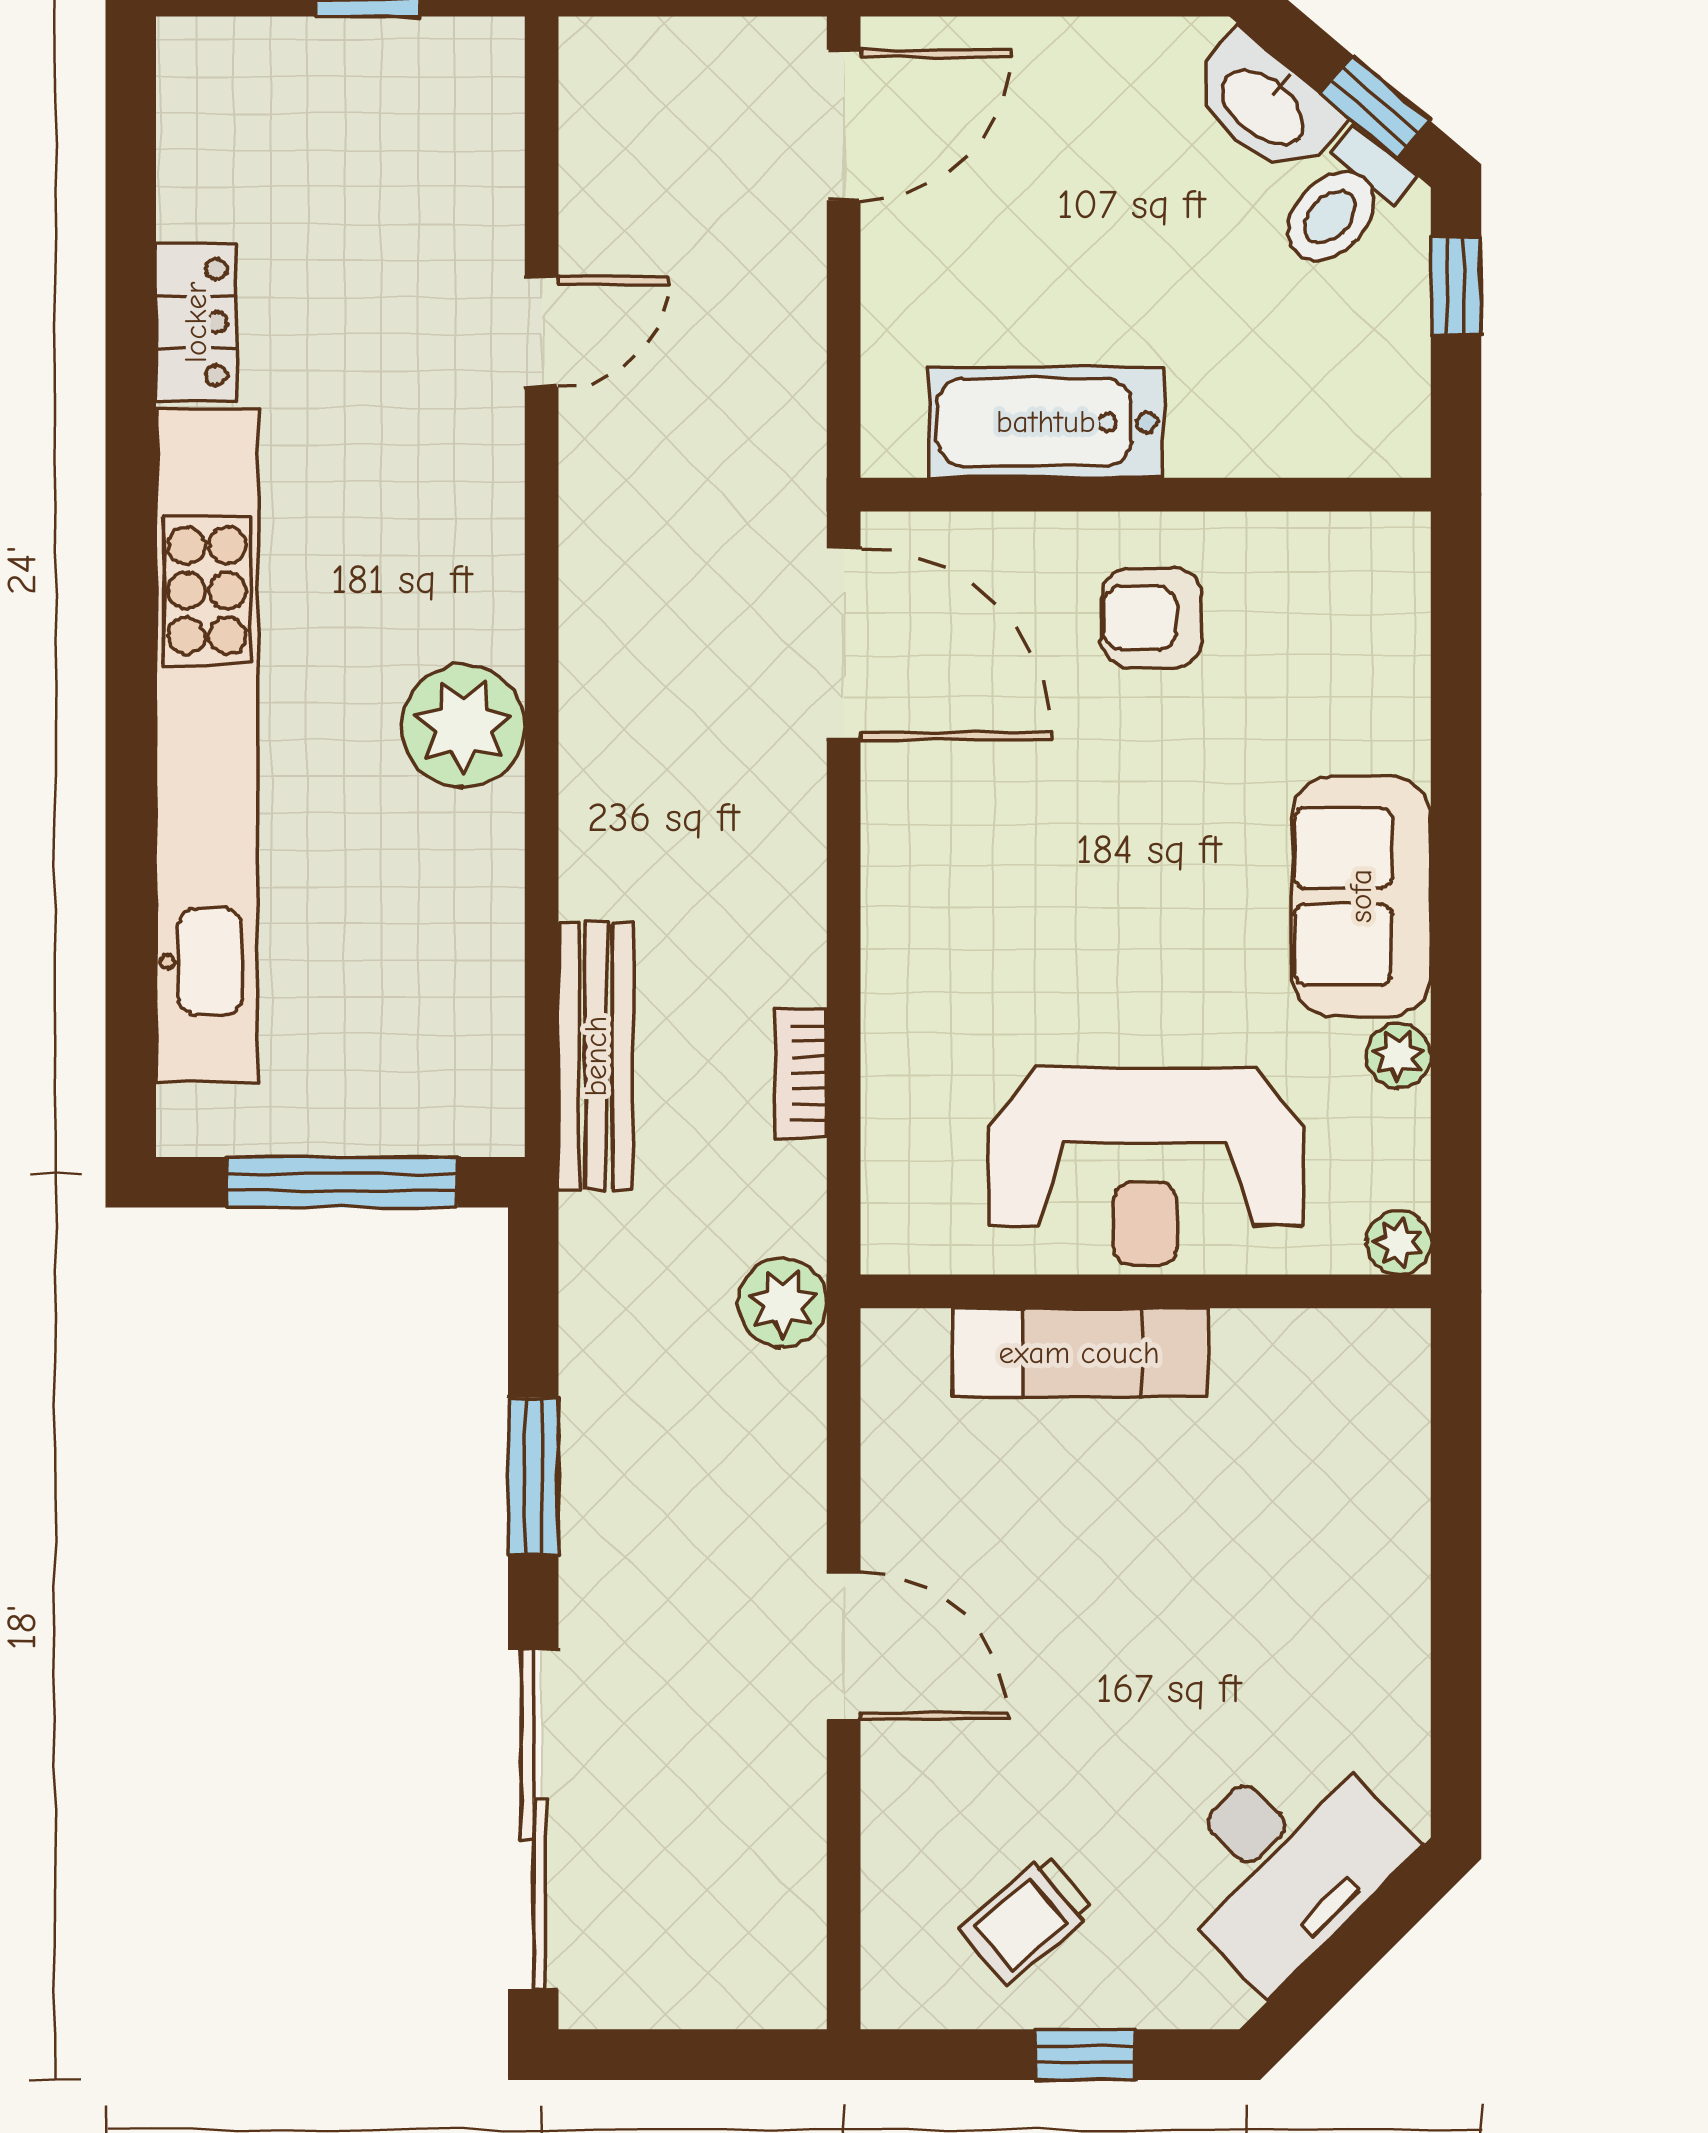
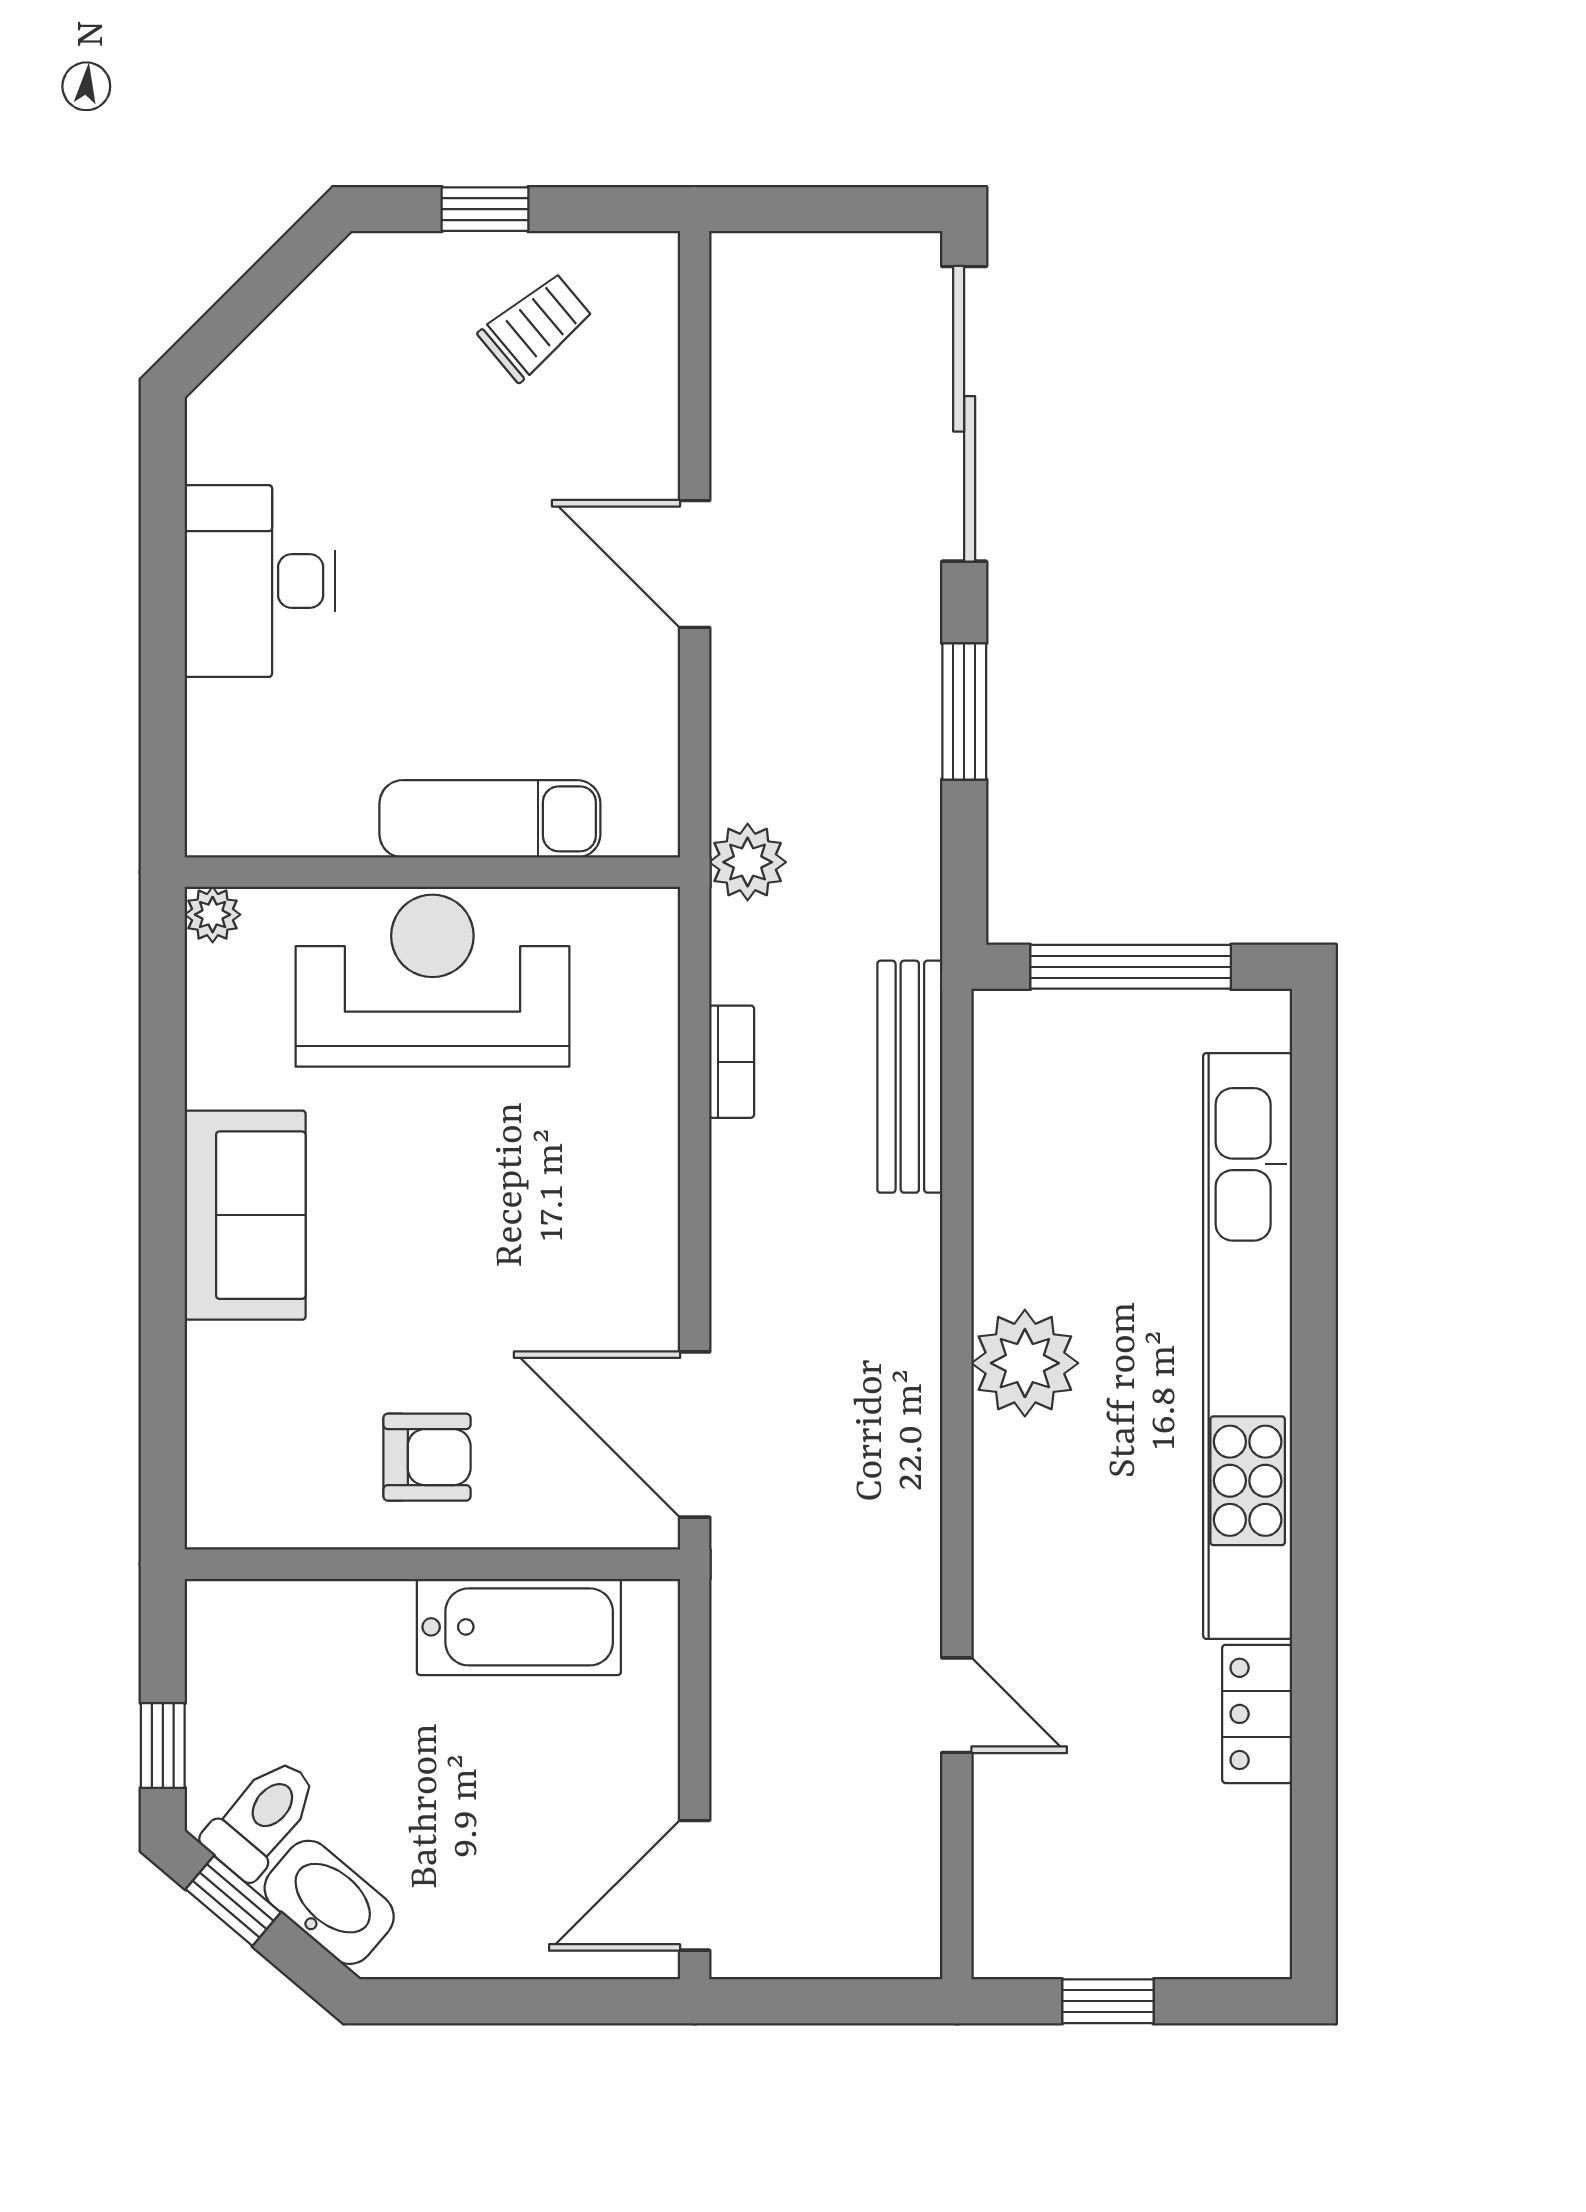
door: (542, 332) -> (957, 1705), swing flipped
plant: (1399, 1056) -> (213, 1077), removed
desk: (1284, 1862) -> (260, 581), moved, turned -45

